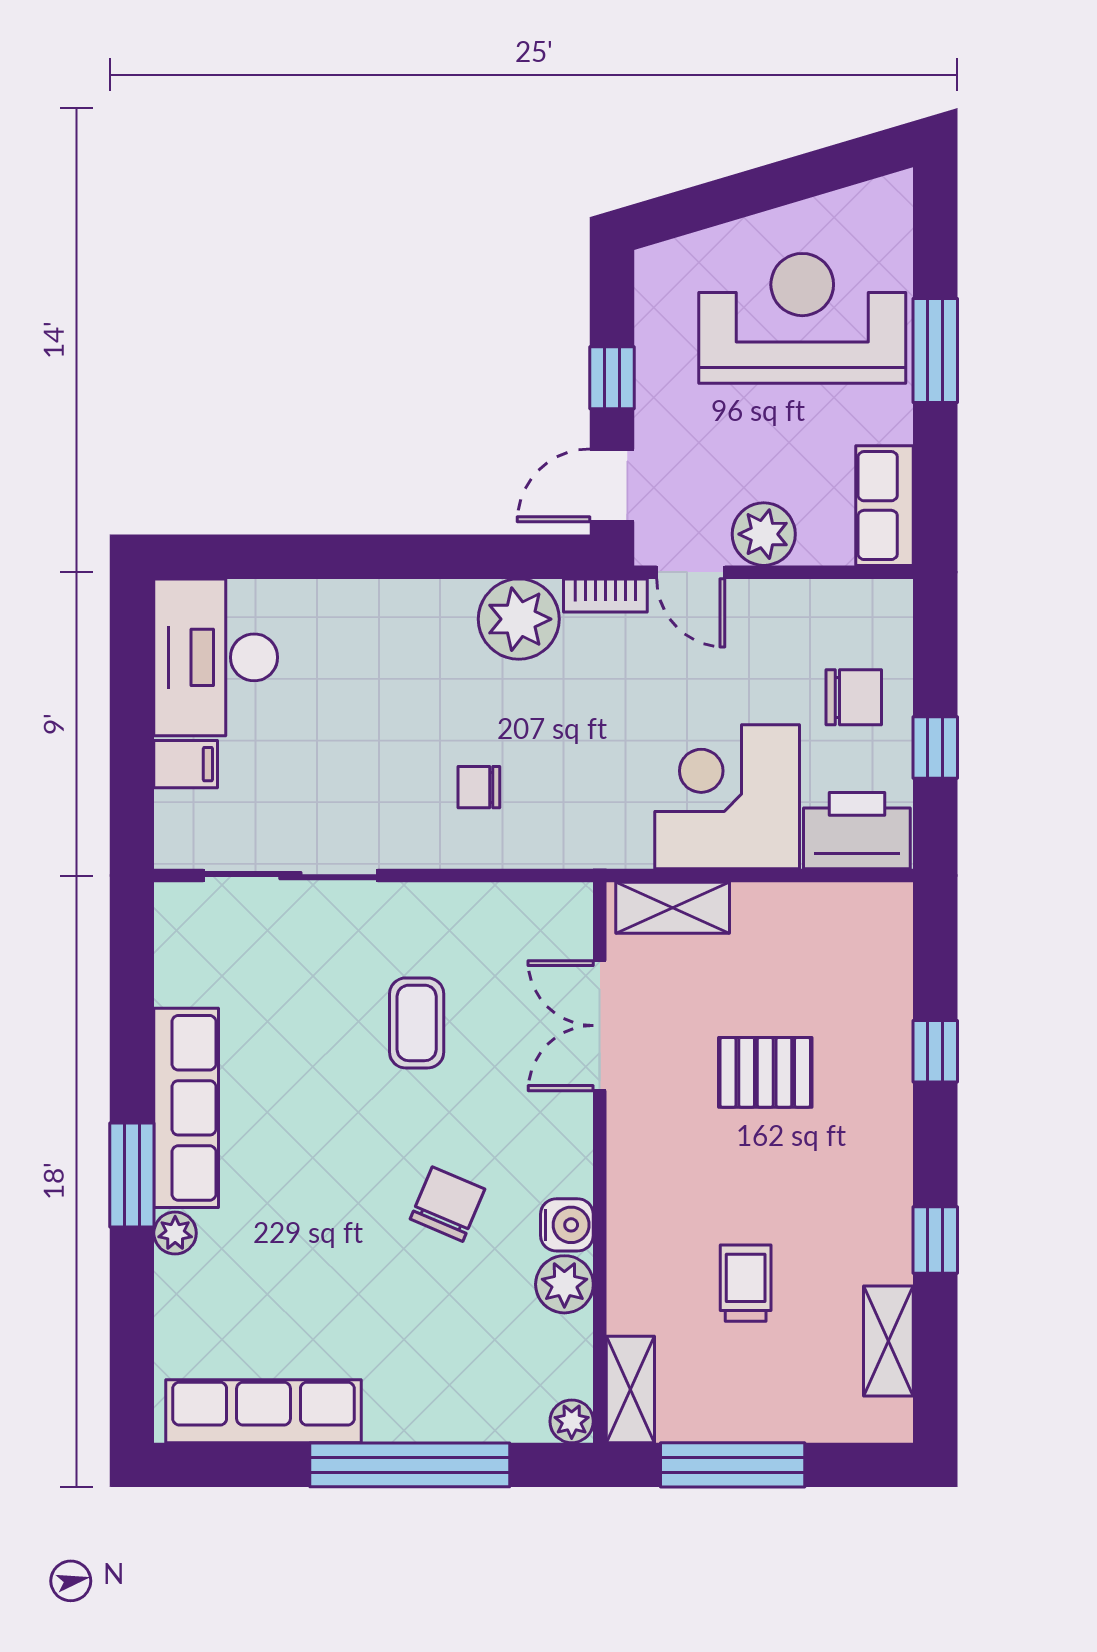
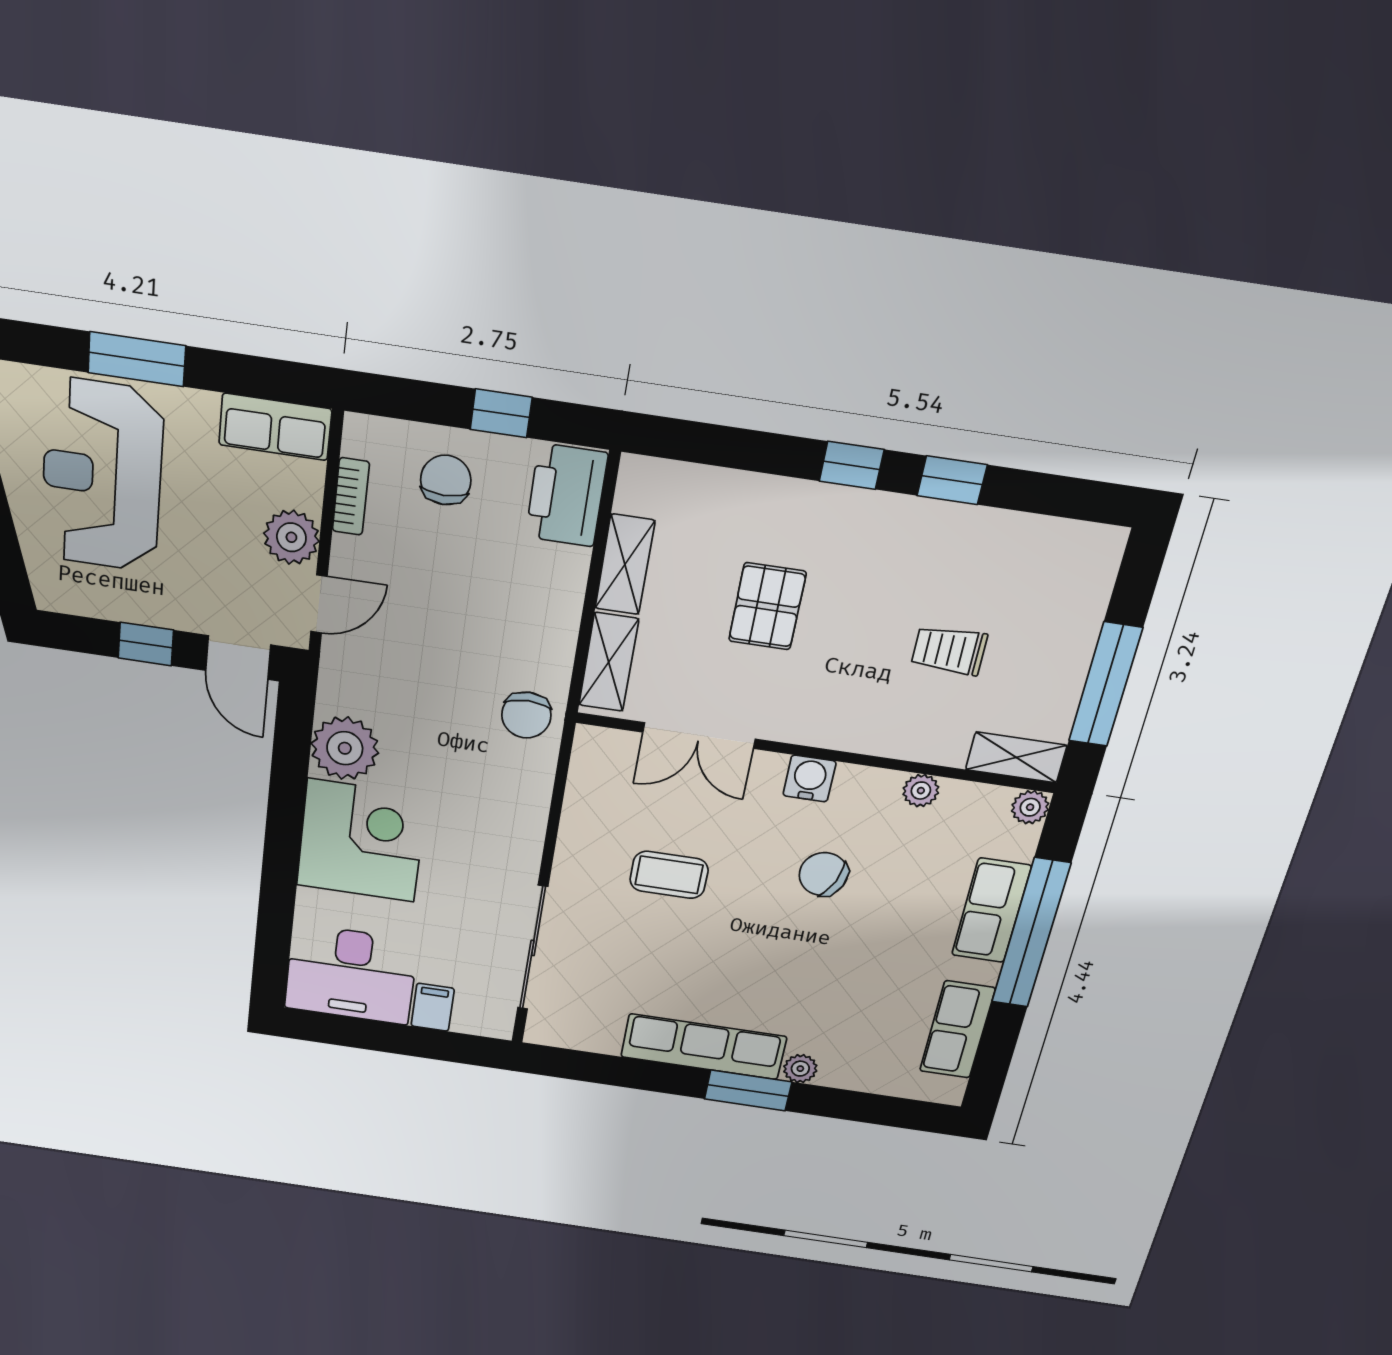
bookcase: (605, 595) -> (351, 496), moved
chair: (479, 787) -> (526, 715), moved, width x1.37, depth x1.37
corner desk: (727, 797) -> (361, 841), moved, turned 180
window: (935, 1051) -> (852, 465), moved
water cooler: (567, 1225) -> (809, 778), moved
plant: (564, 1284) -> (921, 791), width x0.73, depth x0.73
shelving: (888, 1341) -> (625, 565), moved, turned 90
row of seats: (263, 1411) -> (957, 1030), width x0.68
row of seats: (432, 1411) -> (991, 911), added

